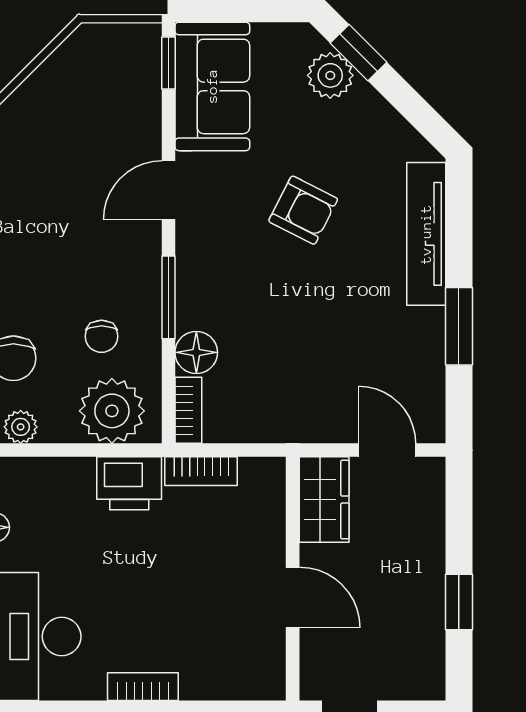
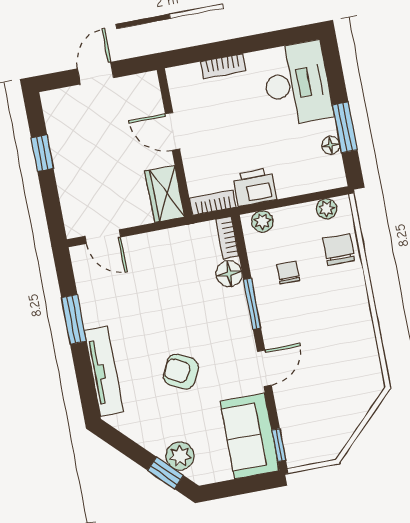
plant: (112, 411) -> (262, 221), width x0.53, depth x0.53
wardrobe: (324, 500) -> (165, 194), moved
wall: (293, 579) -> (175, 143), moved
door: (293, 597) -> (173, 131), moved

